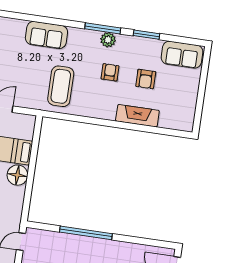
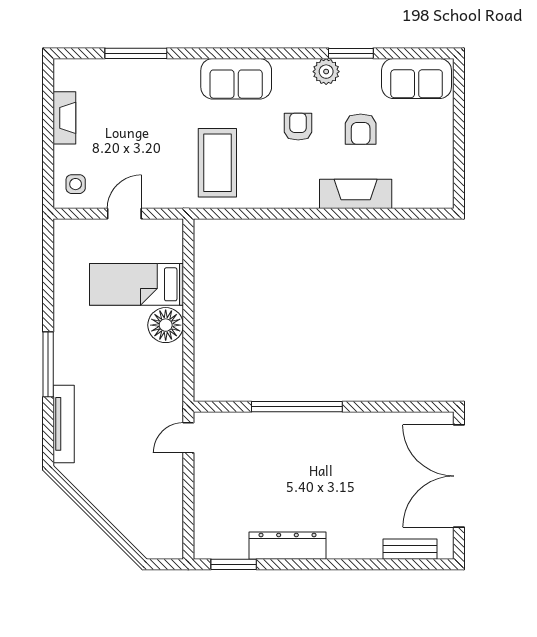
window: (103, 28) -> (136, 53), moved
sofa: (46, 35) -> (236, 79), moved
plant: (108, 40) -> (326, 72), moved

